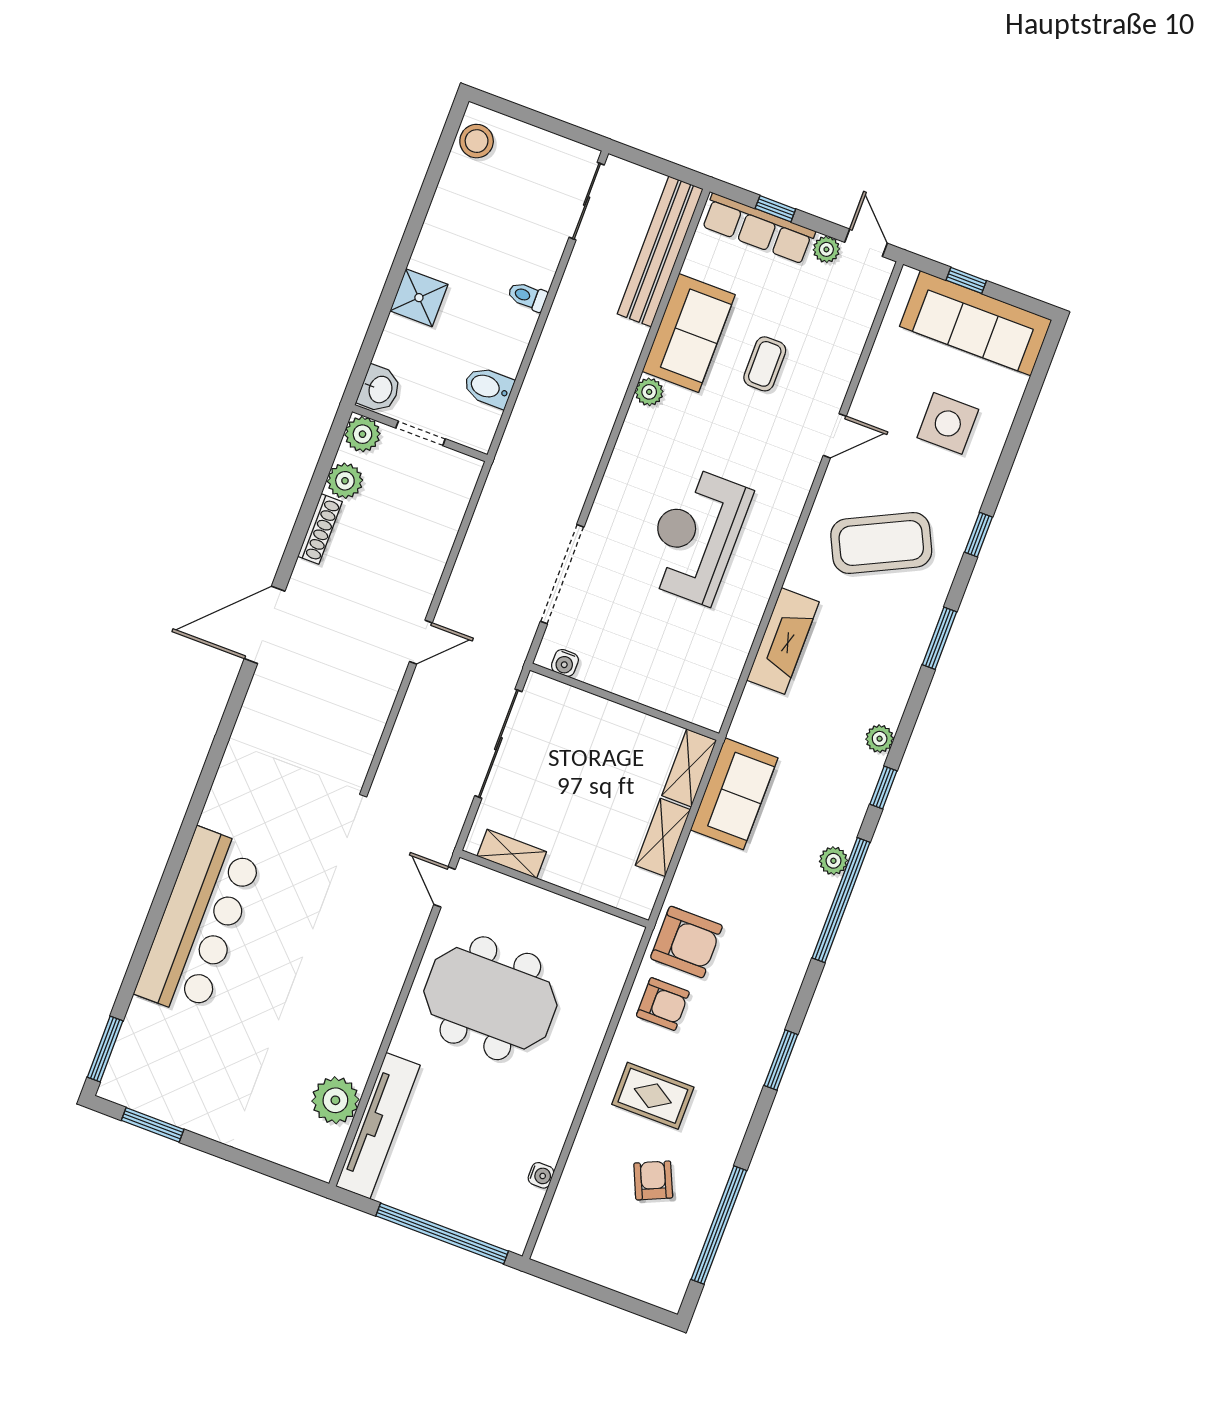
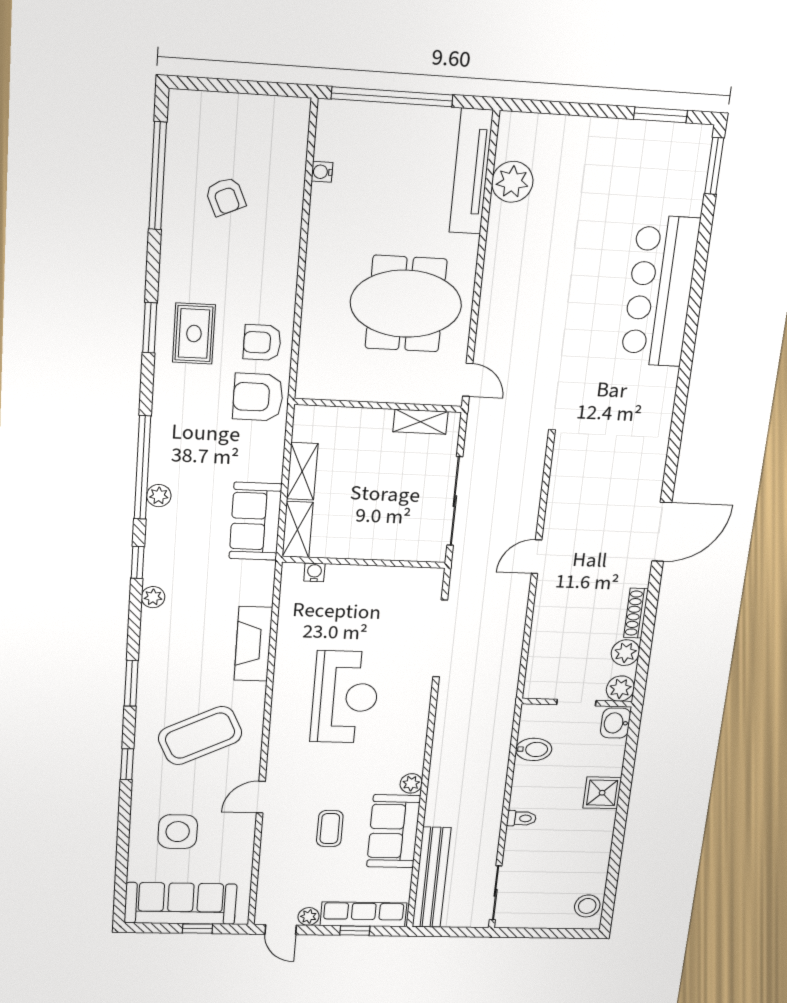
water cooler: (565, 663) -> (314, 572), moved
rug: (653, 1096) -> (194, 334), moved, turned 90

